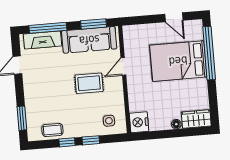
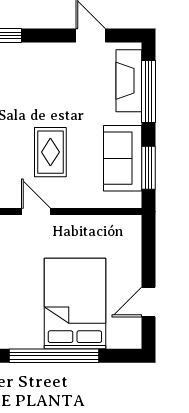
sofa: (89, 40) -> (123, 158), width x0.73
window: (209, 53) -> (54, 356), moved
door: (123, 66) -> (36, 212), moved

